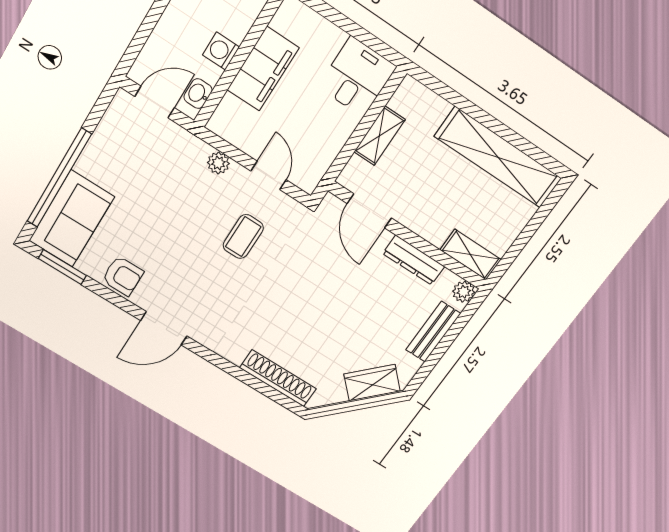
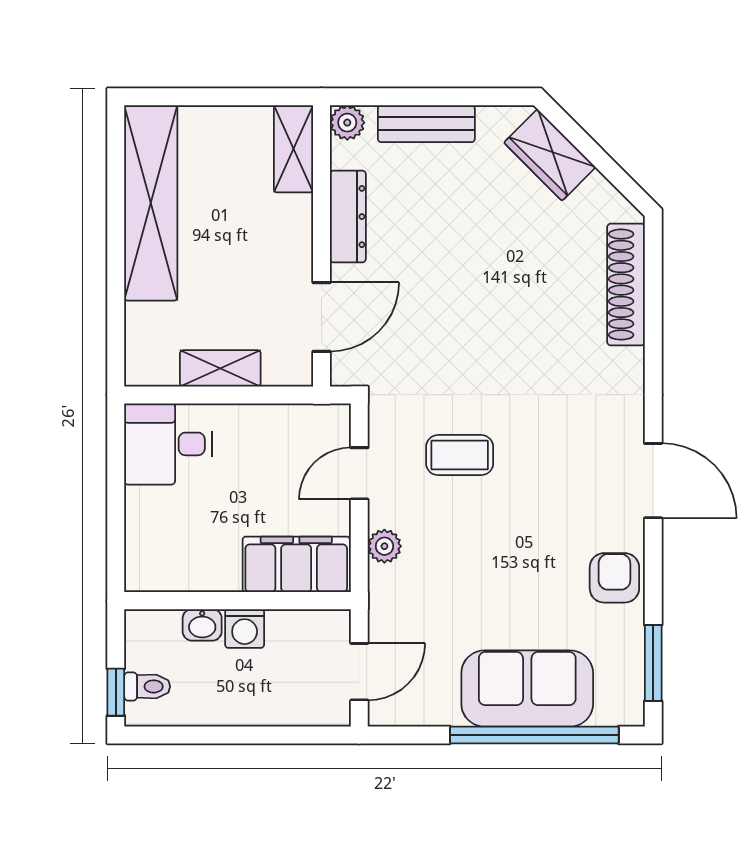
filing cabinet: (263, 69) -> (296, 564), moved
washbasin: (198, 94) -> (202, 625), moved
door: (155, 102) -> (359, 672), swing flipped
sofa: (72, 219) -> (527, 688), moved

